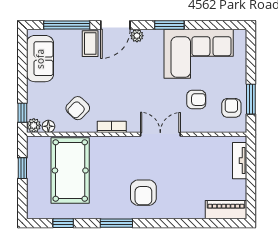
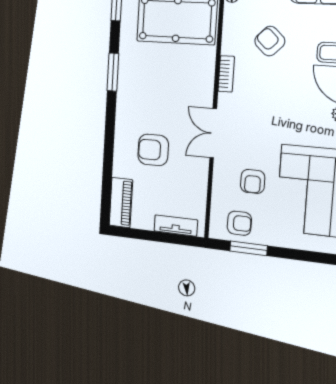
armchair: (78, 108) -> (270, 41), moved
double door: (160, 134) -> (213, 133), swing flipped
armchair: (143, 193) -> (153, 150), moved

